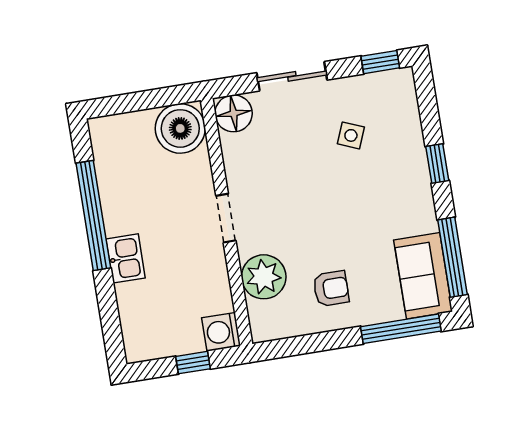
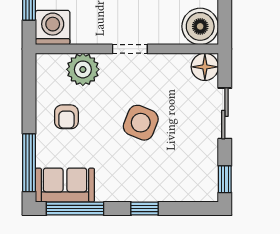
side table: (351, 135) -> (141, 123), moved, width x1.87, depth x1.87
washing machine: (221, 332) -> (53, 28), width x1.37, depth x1.37

